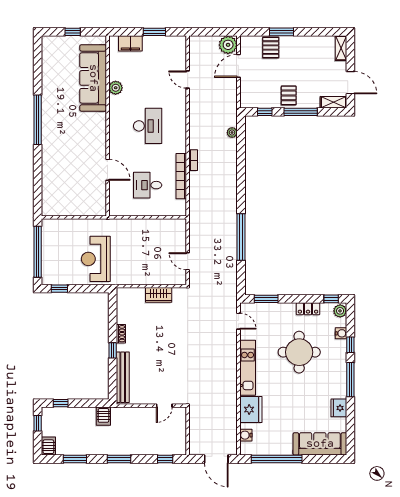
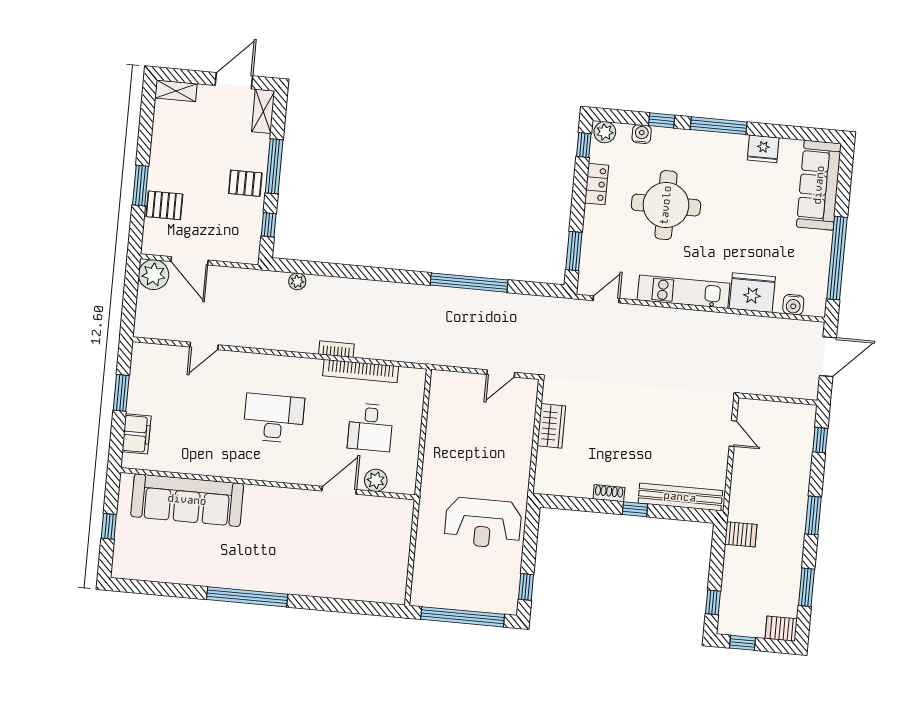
plant: (116, 88) -> (376, 480), moved

